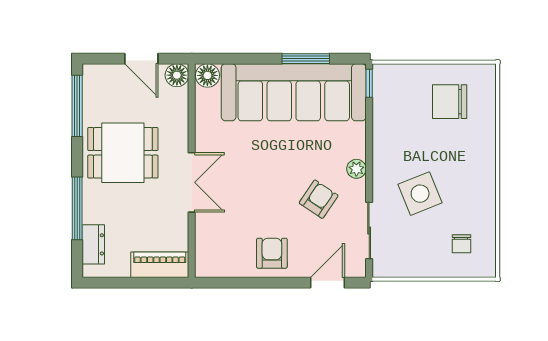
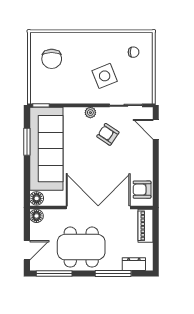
door: (141, 59) -> (27, 250), moved
dining table: (123, 153) -> (81, 247), width x1.38
double door: (192, 182) -> (98, 208), width x1.87
armchair: (272, 253) -> (142, 190), moved

